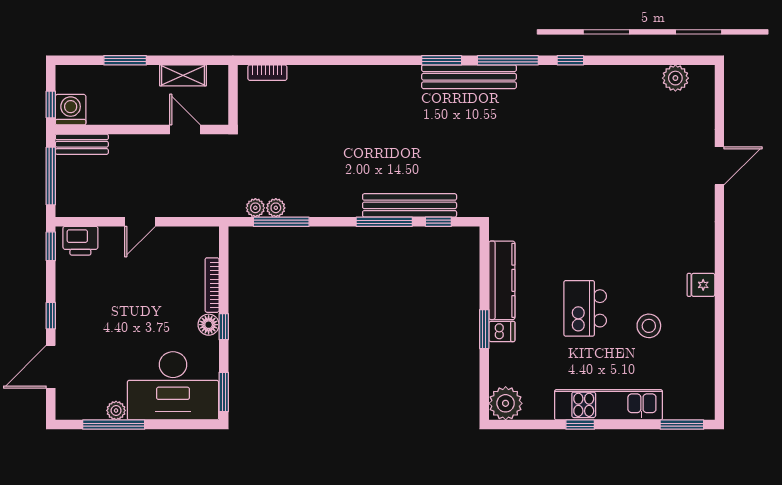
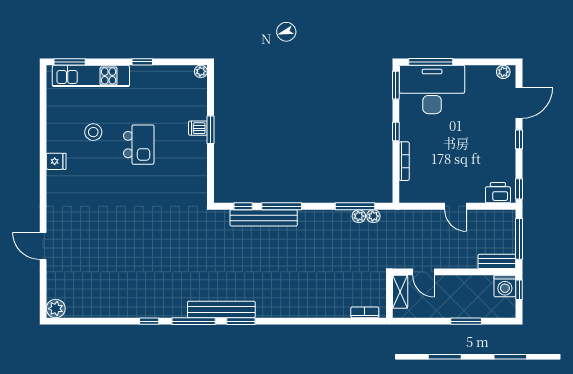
shelving: (183, 75) -> (400, 292), moved, turned 90
plant: (675, 78) -> (56, 309), moved
door: (719, 166) -> (43, 246), hinge flipped
door: (140, 222) -> (455, 206), swing flipped
kitchen counter: (502, 280) -> (198, 164), removed
floor lamp: (209, 325) -> (407, 133), removed
plant: (506, 403) -> (201, 71), width x0.53, depth x0.53
kitchen unit: (608, 405) -> (91, 76), moved
plant: (116, 411) -> (503, 72), moved
window: (114, 425) -> (431, 62), moved

